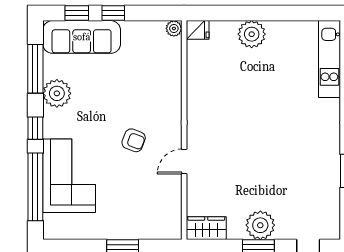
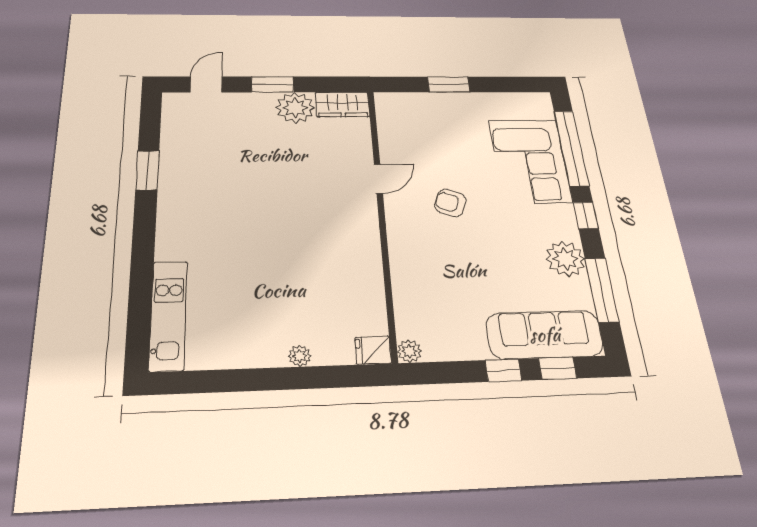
plant: (252, 34) -> (300, 356), width x0.53, depth x0.53
plant: (260, 225) -> (295, 108), moved

